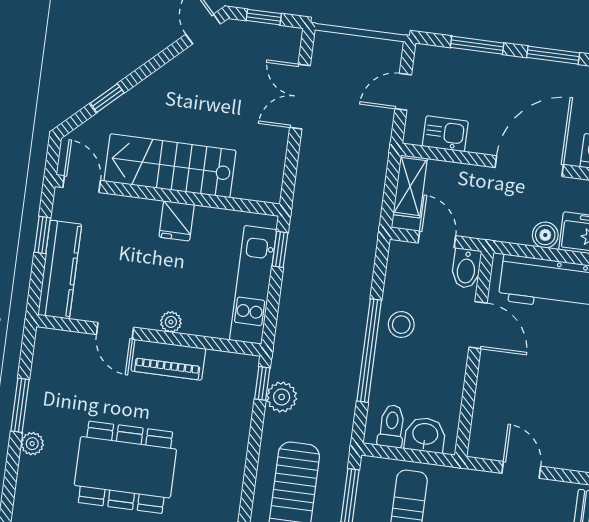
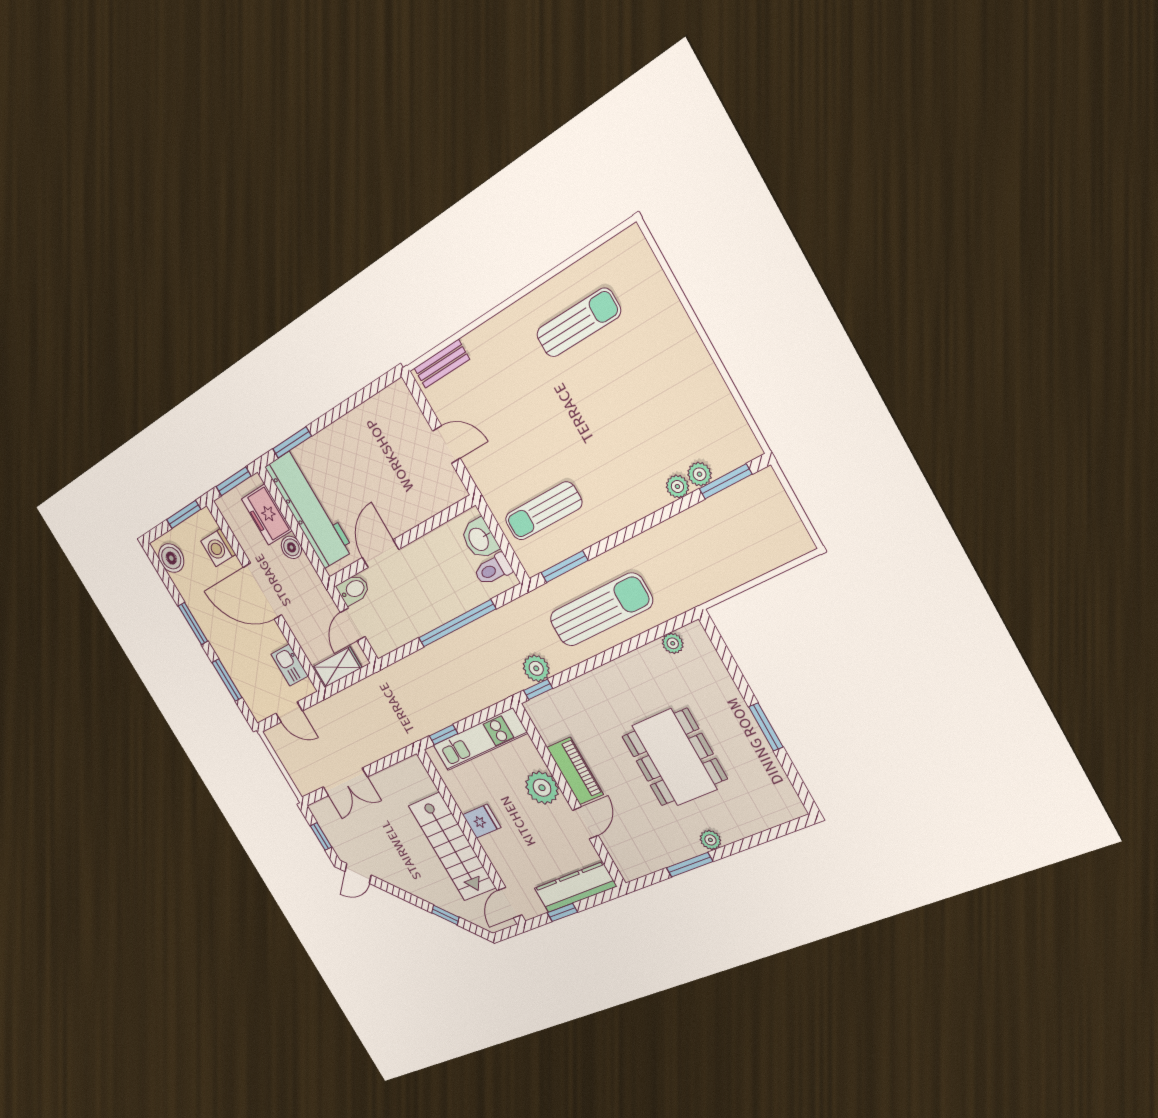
plant: (171, 322) -> (542, 788), width x1.88, depth x1.88
stool: (401, 325) -> (423, 612), removed
door: (521, 470) -> (446, 445), swing flipped

